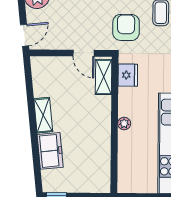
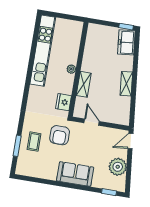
shelving: (104, 77) -> (84, 84), moved
freezer: (50, 151) -> (126, 42), moved

